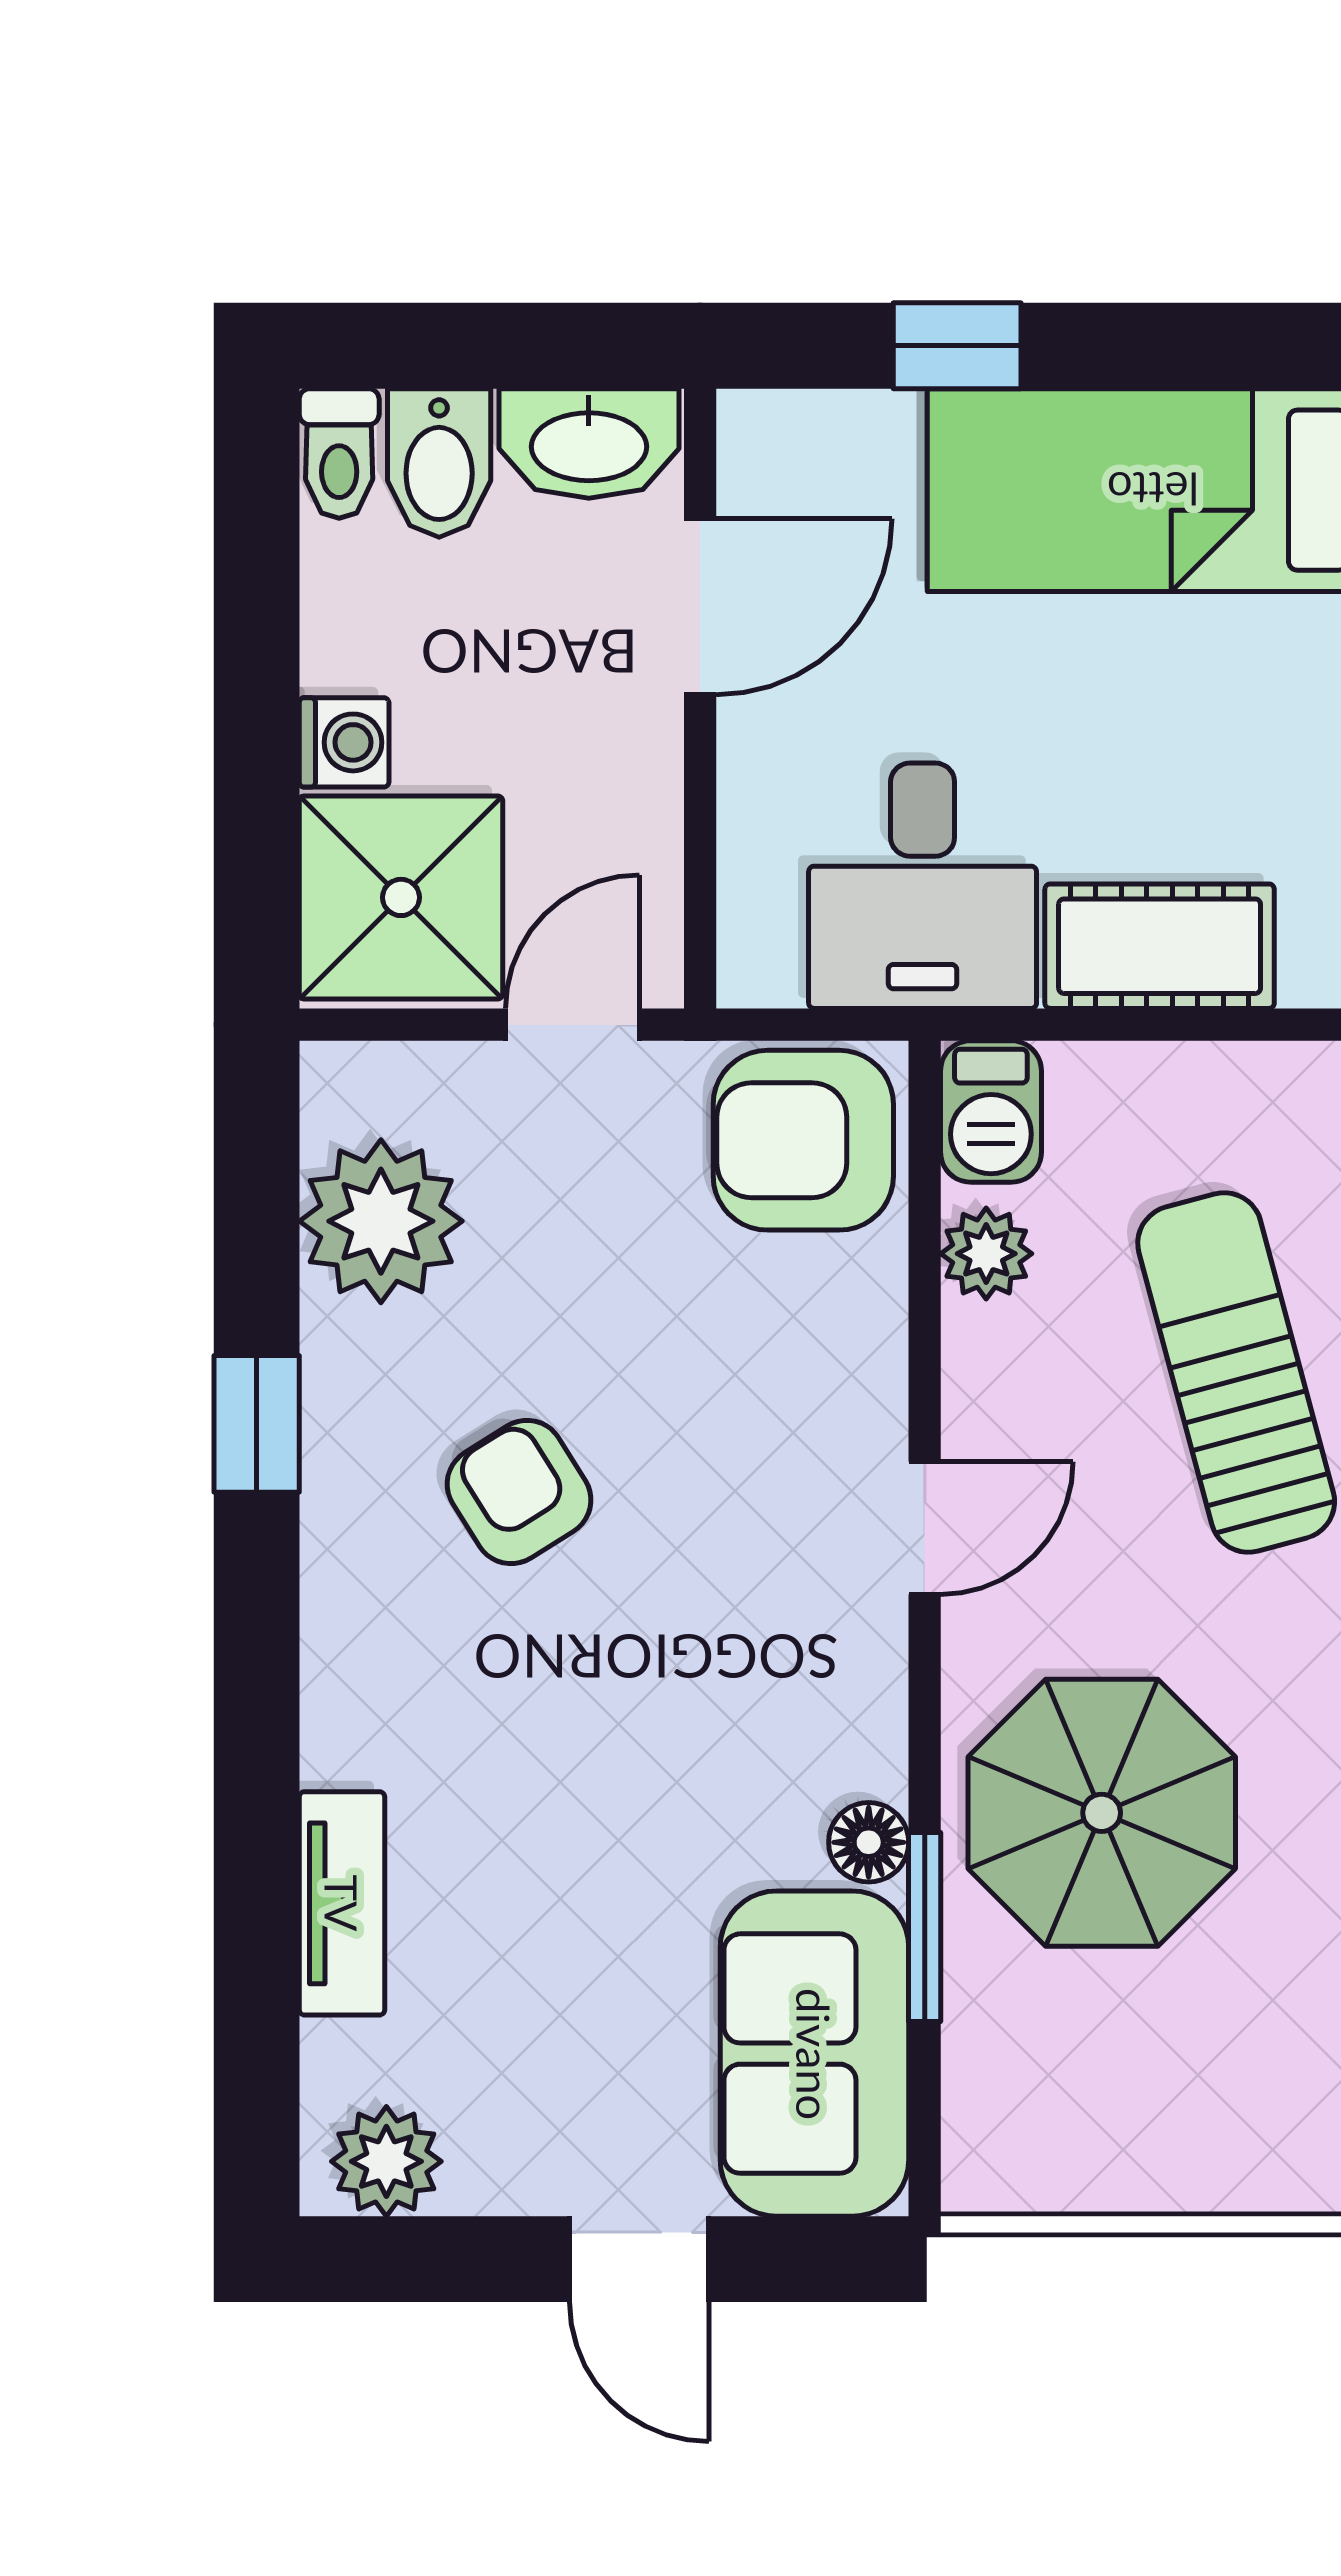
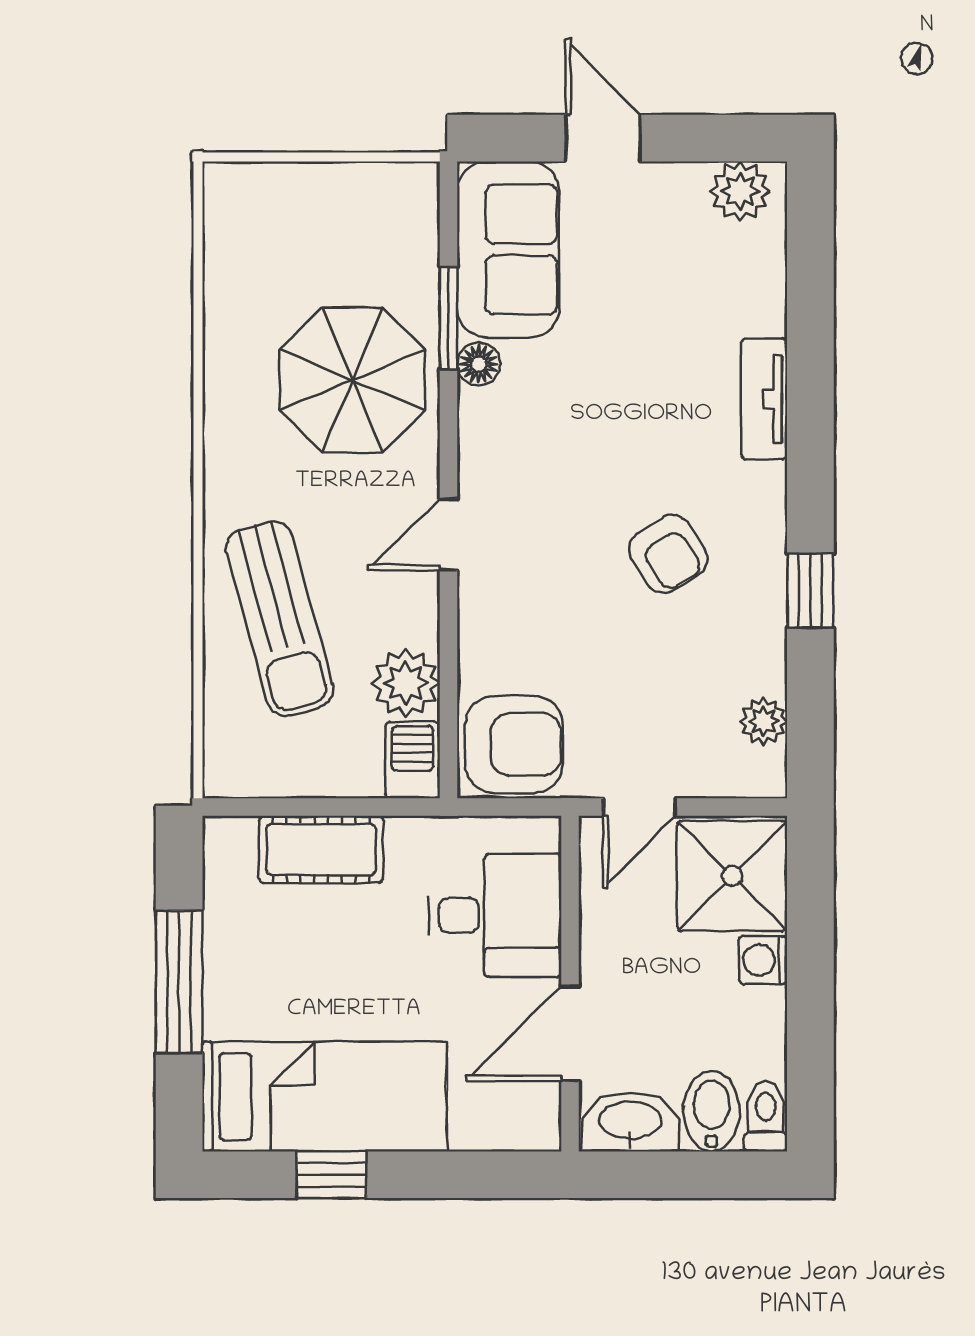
window: (957, 346) -> (332, 1175), moved
desk: (923, 886) -> (495, 915), moved, turned 90
plant: (381, 1221) -> (764, 721), width x0.53, depth x0.53
plant: (986, 1254) -> (406, 683), width x1.38, depth x1.38
tv unit: (342, 1903) -> (764, 399), moved

